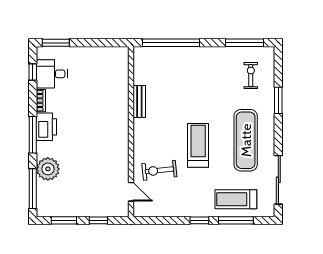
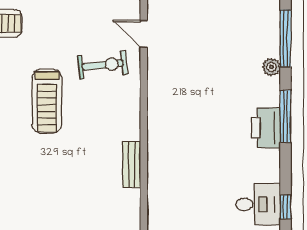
bookcase: (41, 101) -> (274, 166), removed
plant: (48, 169) -> (271, 67), width x0.53, depth x0.53

